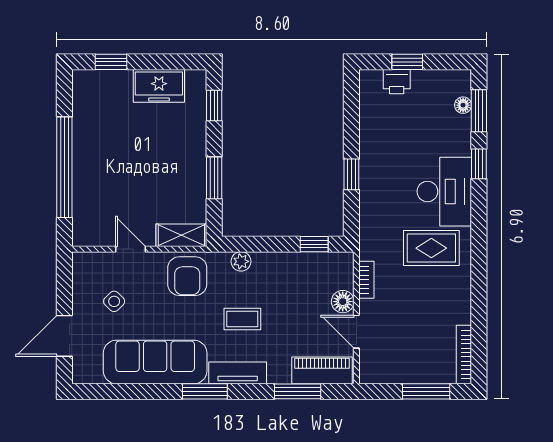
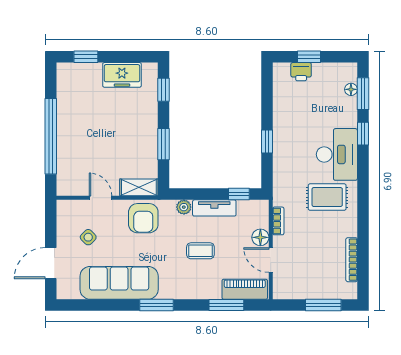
coffee table: (242, 319) -> (200, 251), moved
bookcase: (464, 355) -> (352, 260), moved
tv unit: (238, 373) -> (214, 208), moved, turned 180

